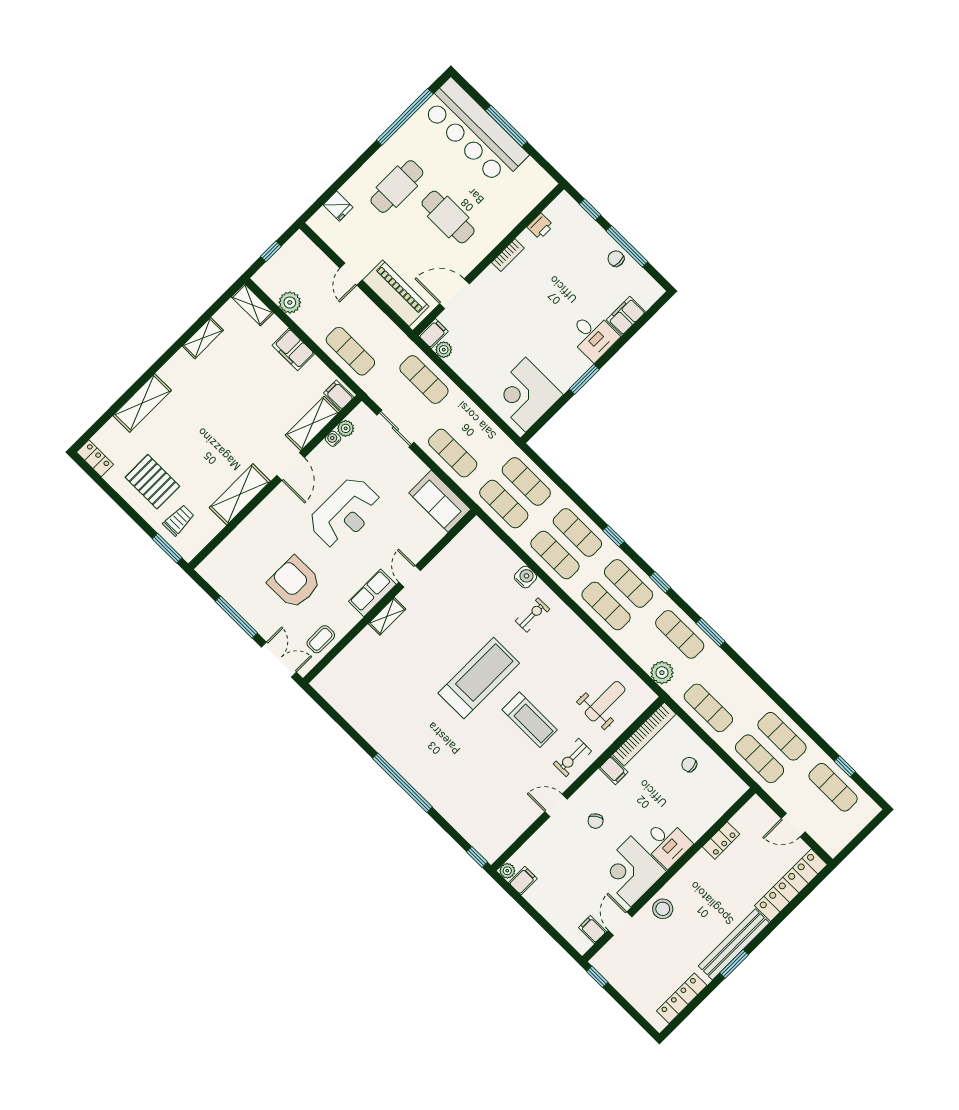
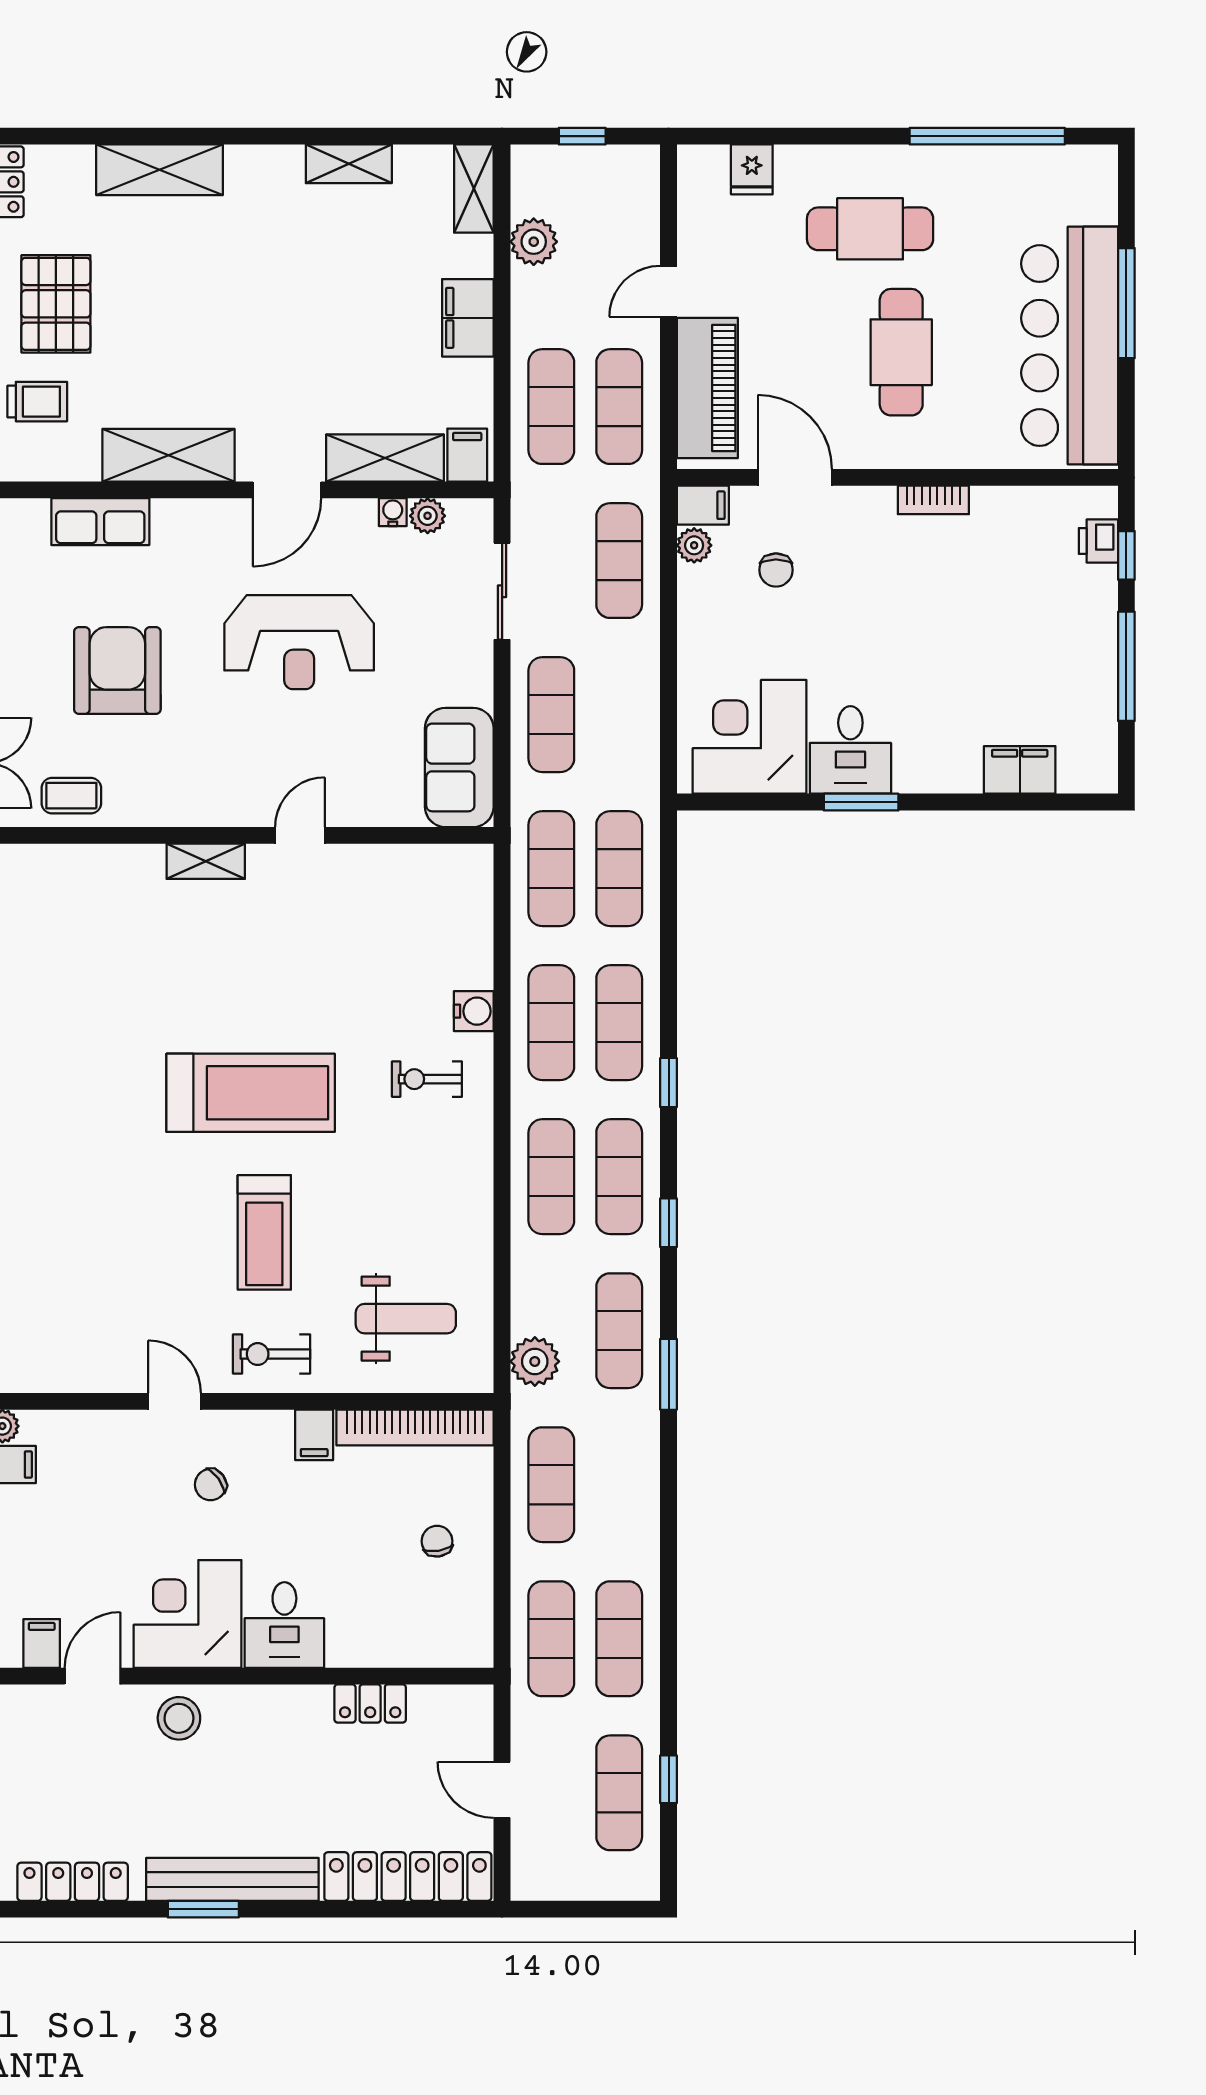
bar counter: (474, 132) -> (1070, 346), moved
printer: (540, 226) -> (1098, 541), moved, turned 90
chair: (616, 259) -> (776, 570), moved, turned 180
exercise mat: (373, 329) -> (619, 407), added
desk: (593, 336) -> (850, 750), moved
row of seats: (372, 593) -> (100, 522), moved, turned 180
exercise bike: (533, 615) -> (427, 1079), turned 180

